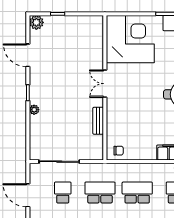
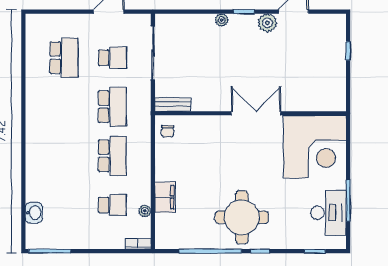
plant: (36, 22) -> (267, 23), moved
double door: (105, 84) -> (256, 113), width x1.37
bench: (98, 121) -> (173, 104), moved

